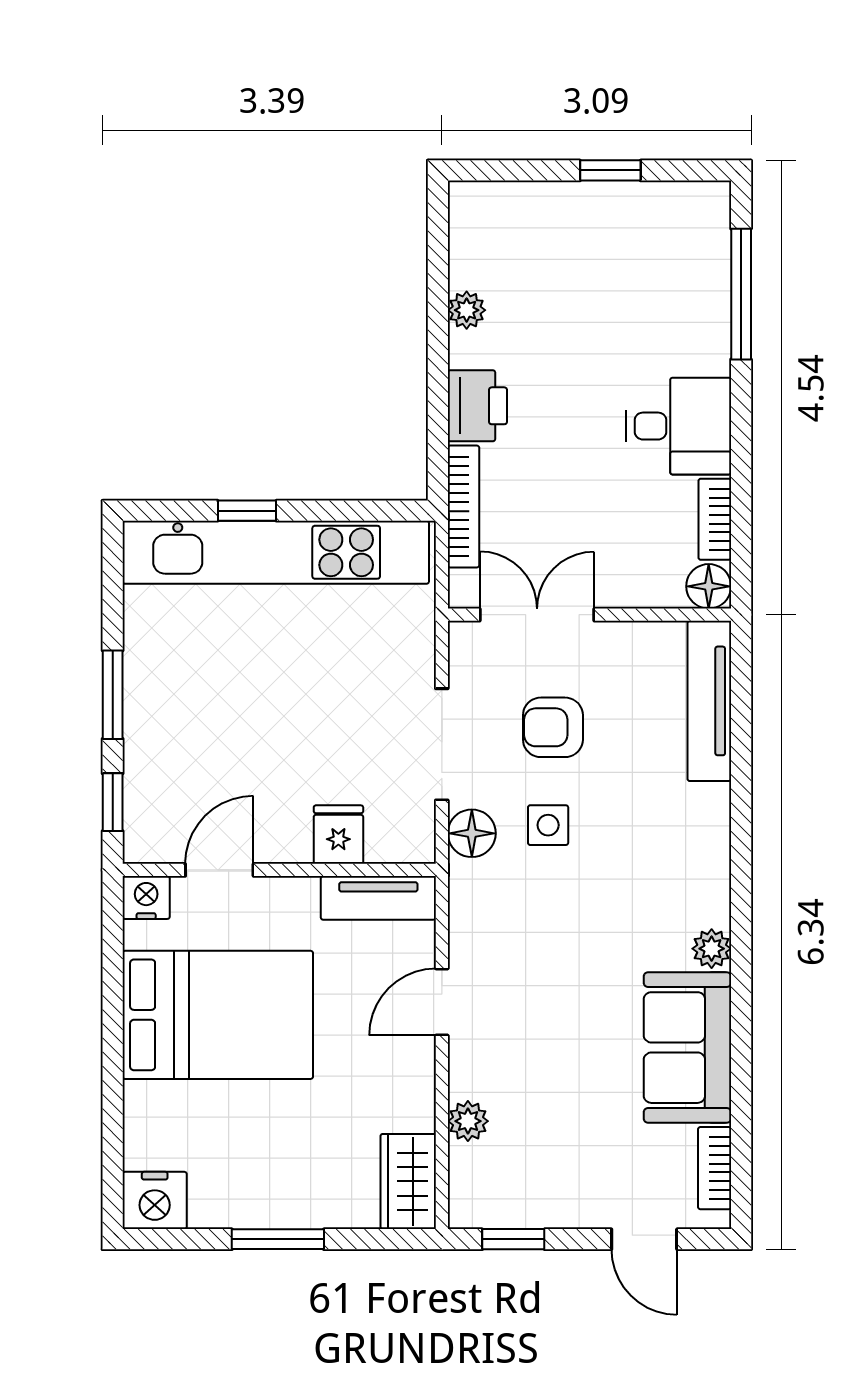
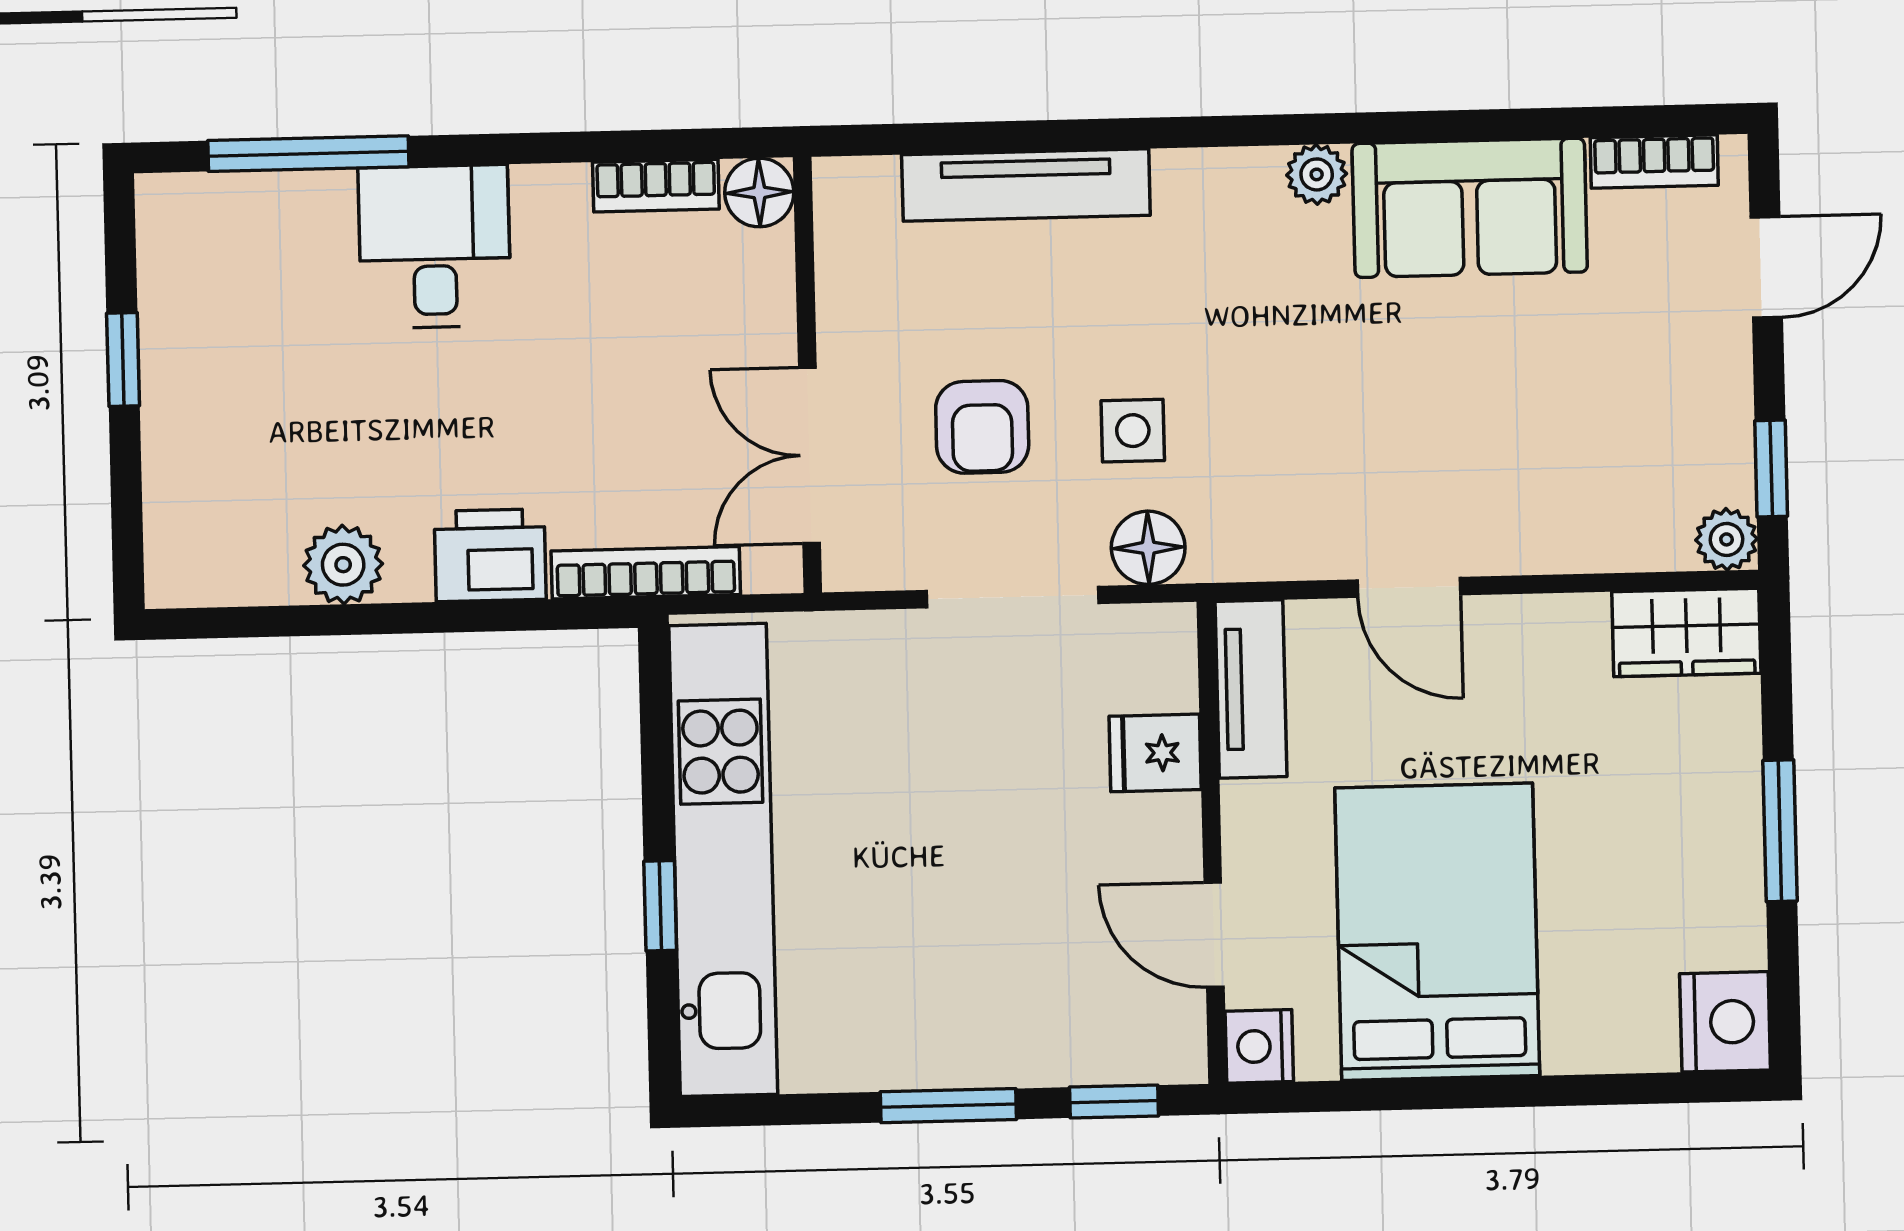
plant: (467, 310) -> (343, 565), width x1.38, depth x1.38
desk: (679, 426) -> (435, 247), moved
tv unit: (709, 701) -> (1026, 185), moved
plant: (468, 1121) -> (1727, 539), moved

